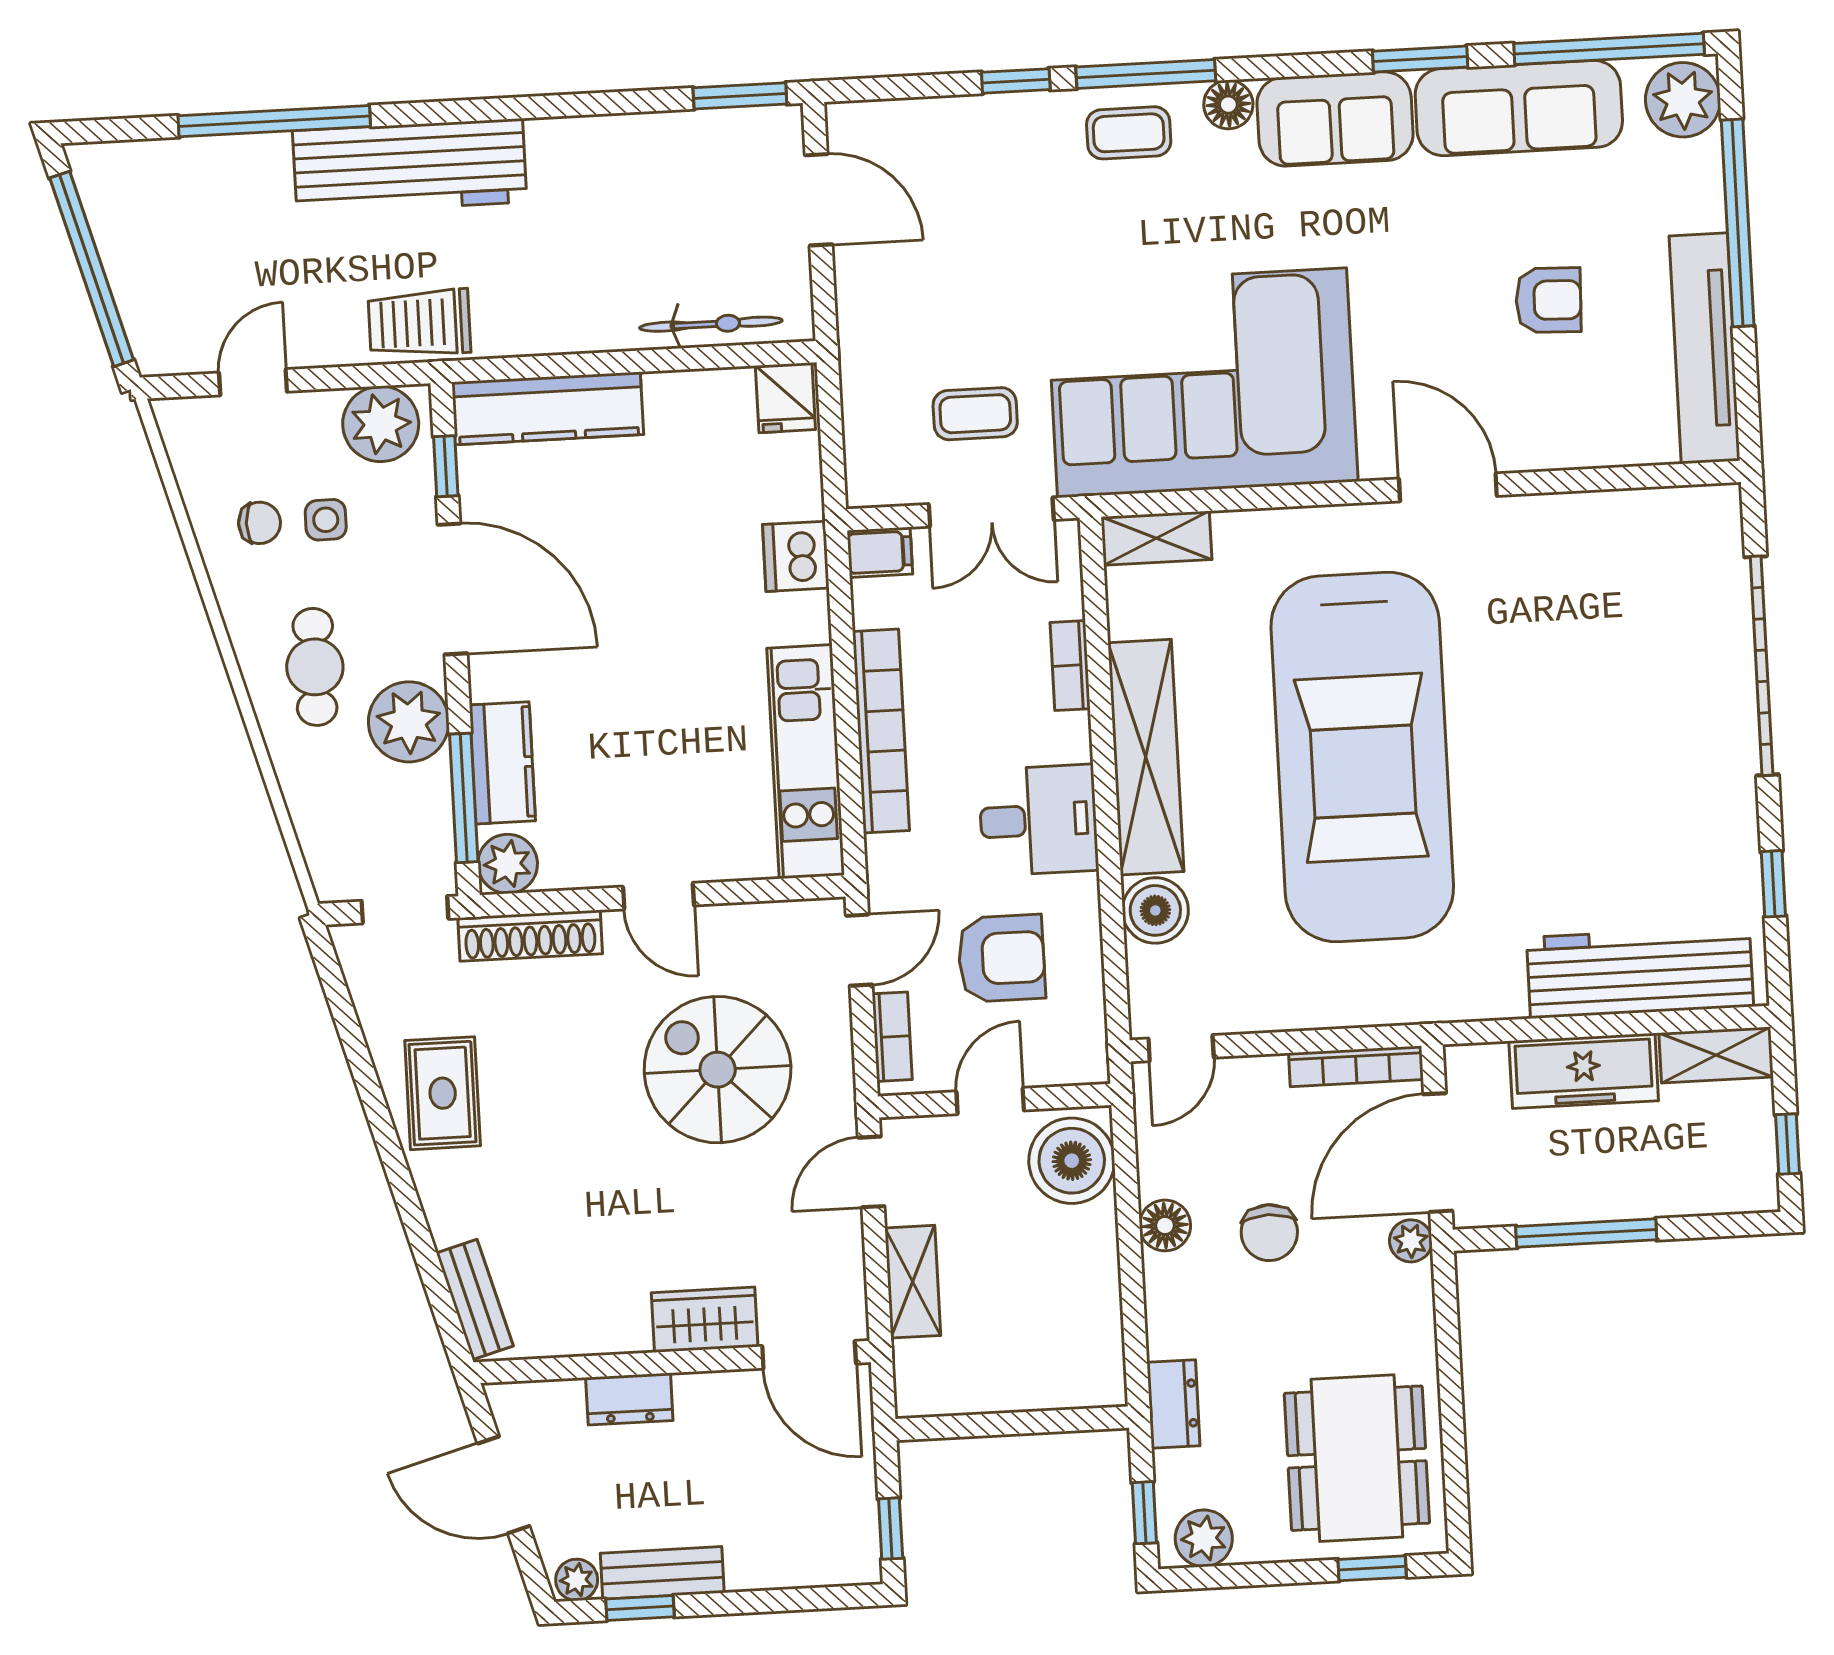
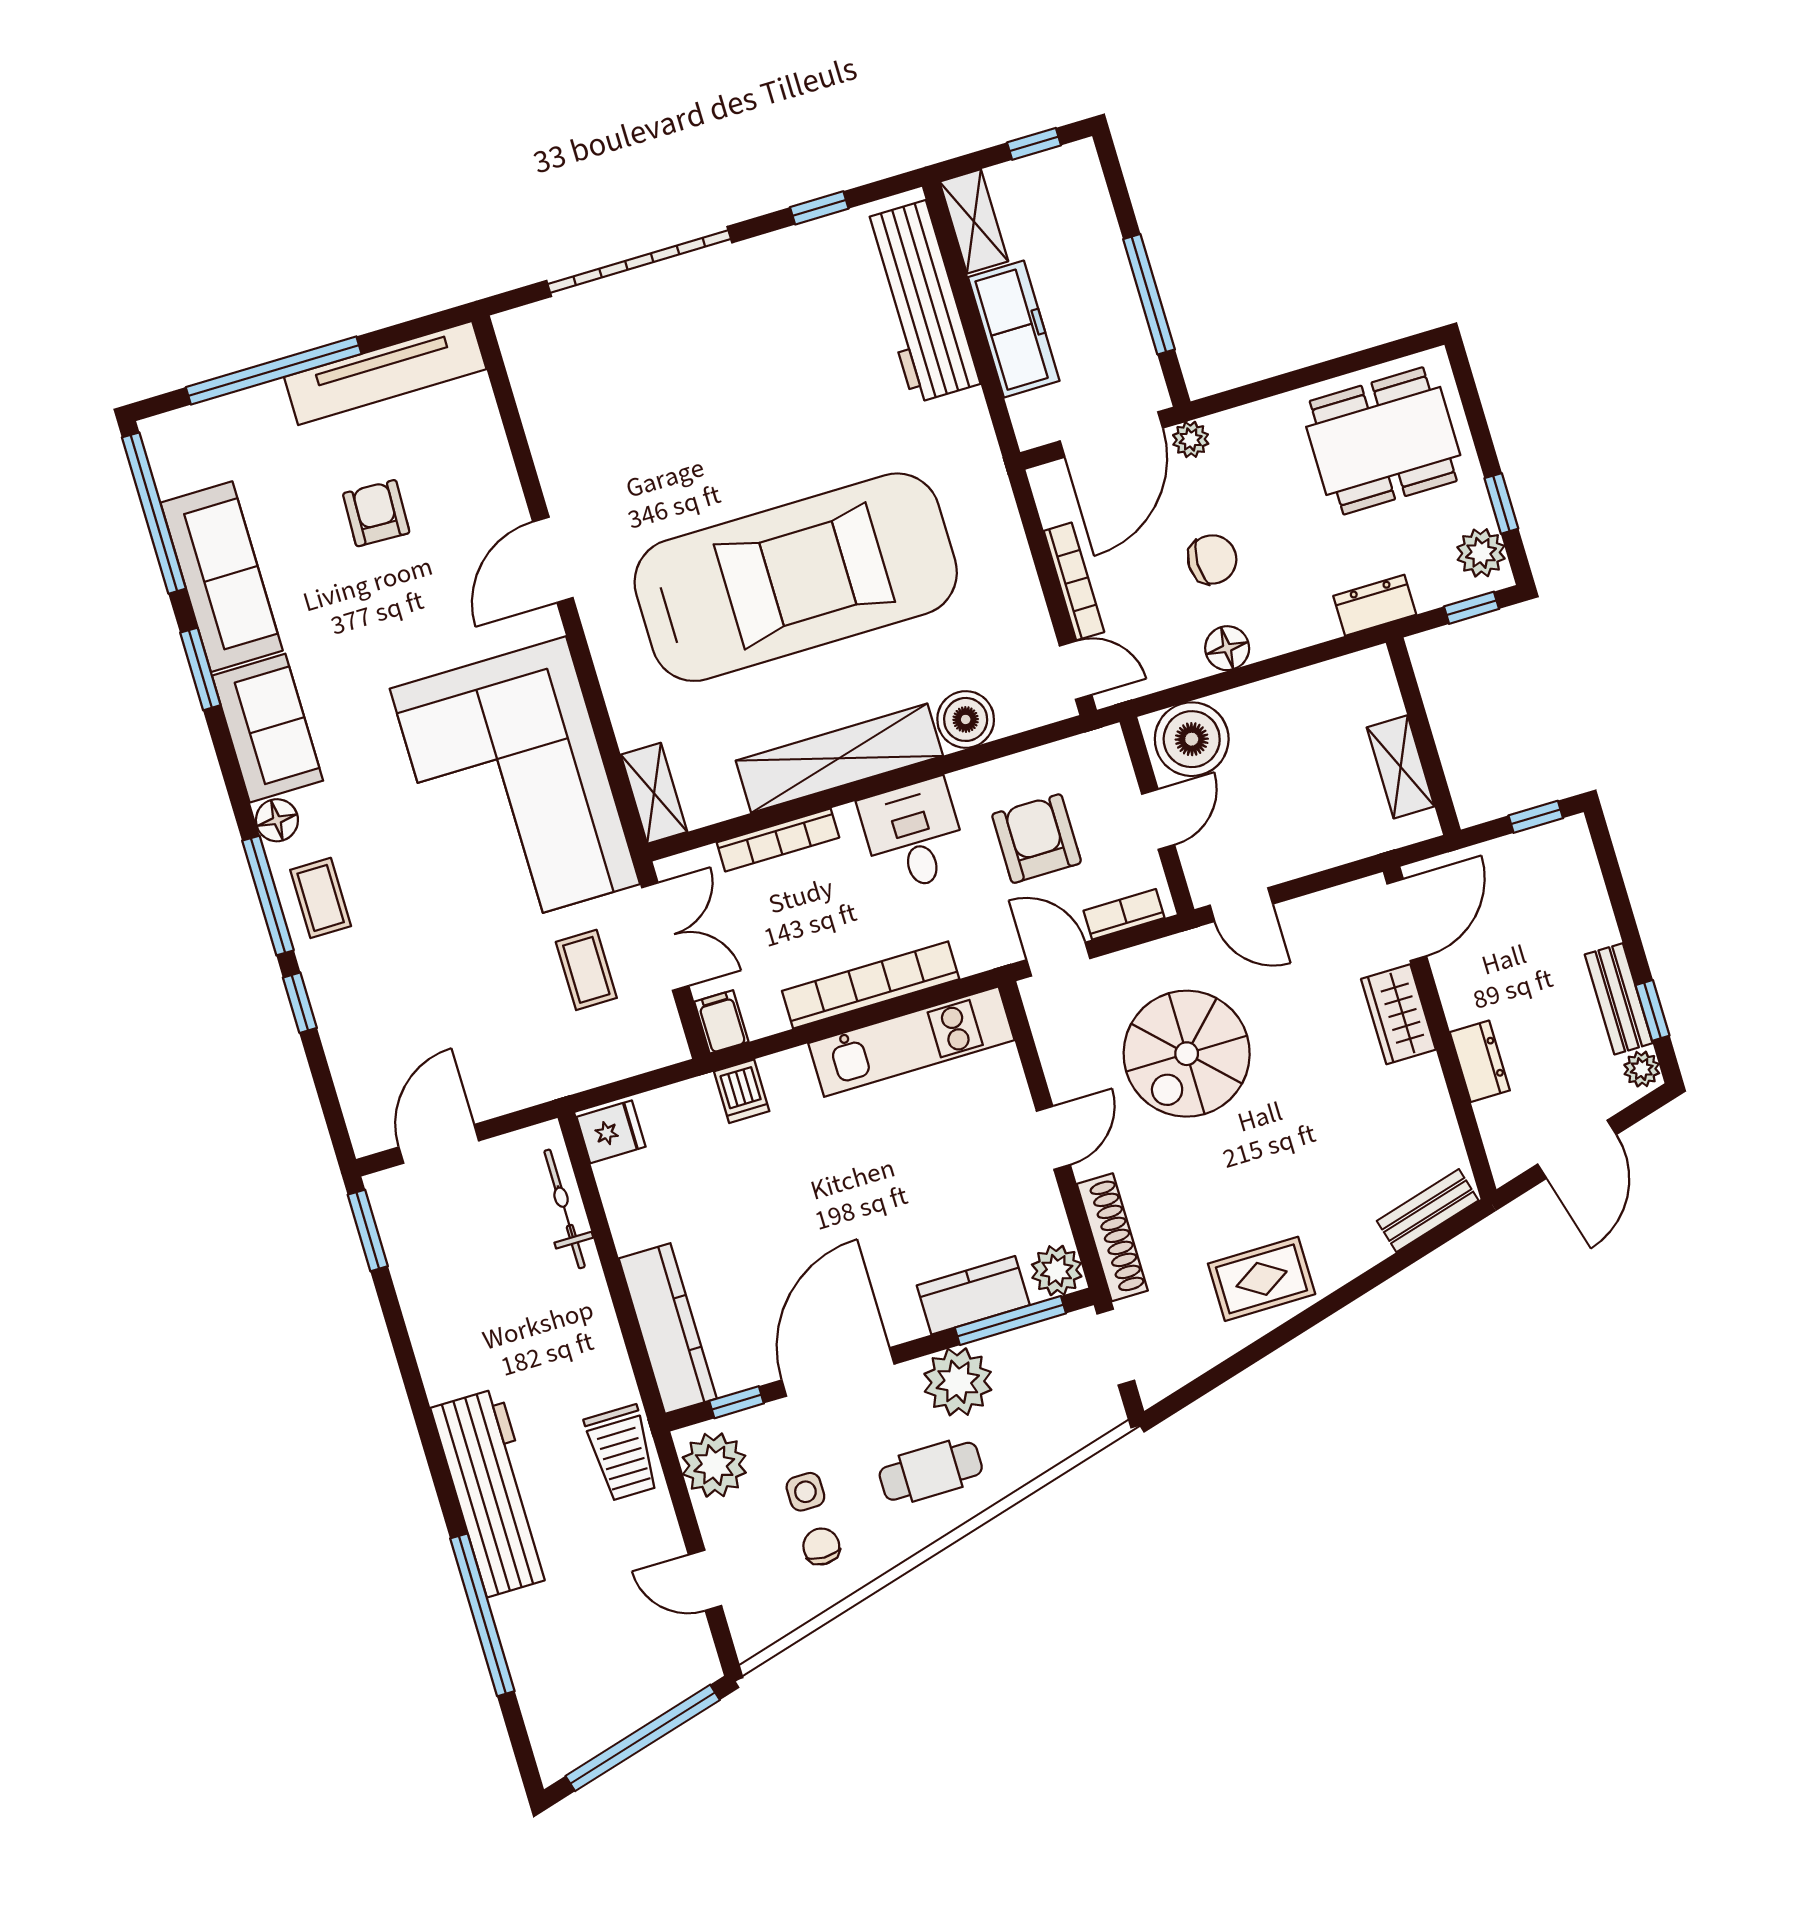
plant: (1683, 100) -> (182, 441), removed
dishwasher: (796, 556) -> (742, 1091), width x0.73
bookcase: (1070, 666) -> (778, 840), width x1.56
bookcase: (1356, 1066) -> (1074, 581), moved
door: (990, 1101) -> (1158, 819), swing flipped
door: (1438, 1153) -> (1111, 435), hinge flipped
shelving: (913, 1282) -> (1401, 767), moved, turned 90
window: (1372, 1568) -> (1501, 503), moved

